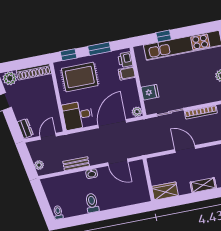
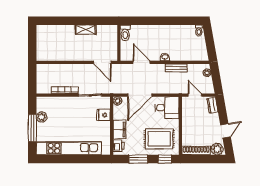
window: (164, 36) -> (83, 159), removed
filing cabinet: (127, 73) -> (120, 129), width x2.00
door: (48, 136) -> (195, 95), swing flipped
door: (185, 149) -> (102, 62), moved
shelving: (203, 185) -> (86, 30), moved
wardrobe: (165, 191) -> (107, 31), removed
toilet: (92, 203) -> (125, 33), moved

